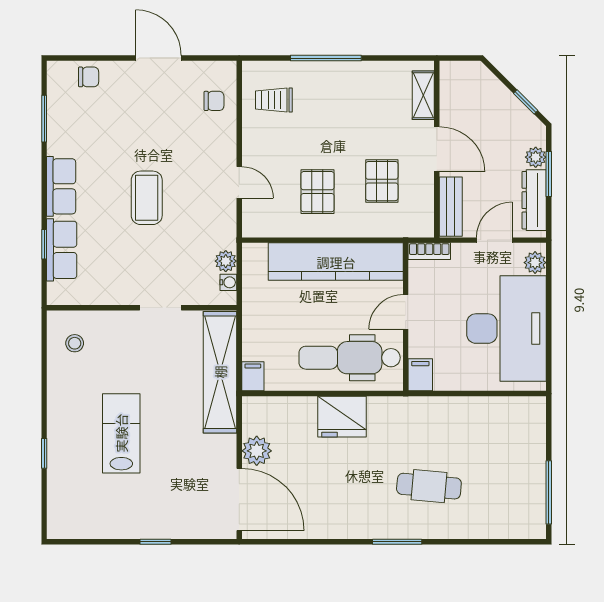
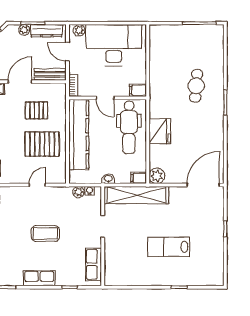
pallet: (317, 192) -> (42, 144), width x1.50, depth x1.42
row of seats: (62, 250) -> (94, 264), moved, turned -90
washbasin: (251, 318) -> (108, 179), added
stool: (75, 343) -> (121, 271), removed
plant: (257, 451) -> (157, 176), moved

